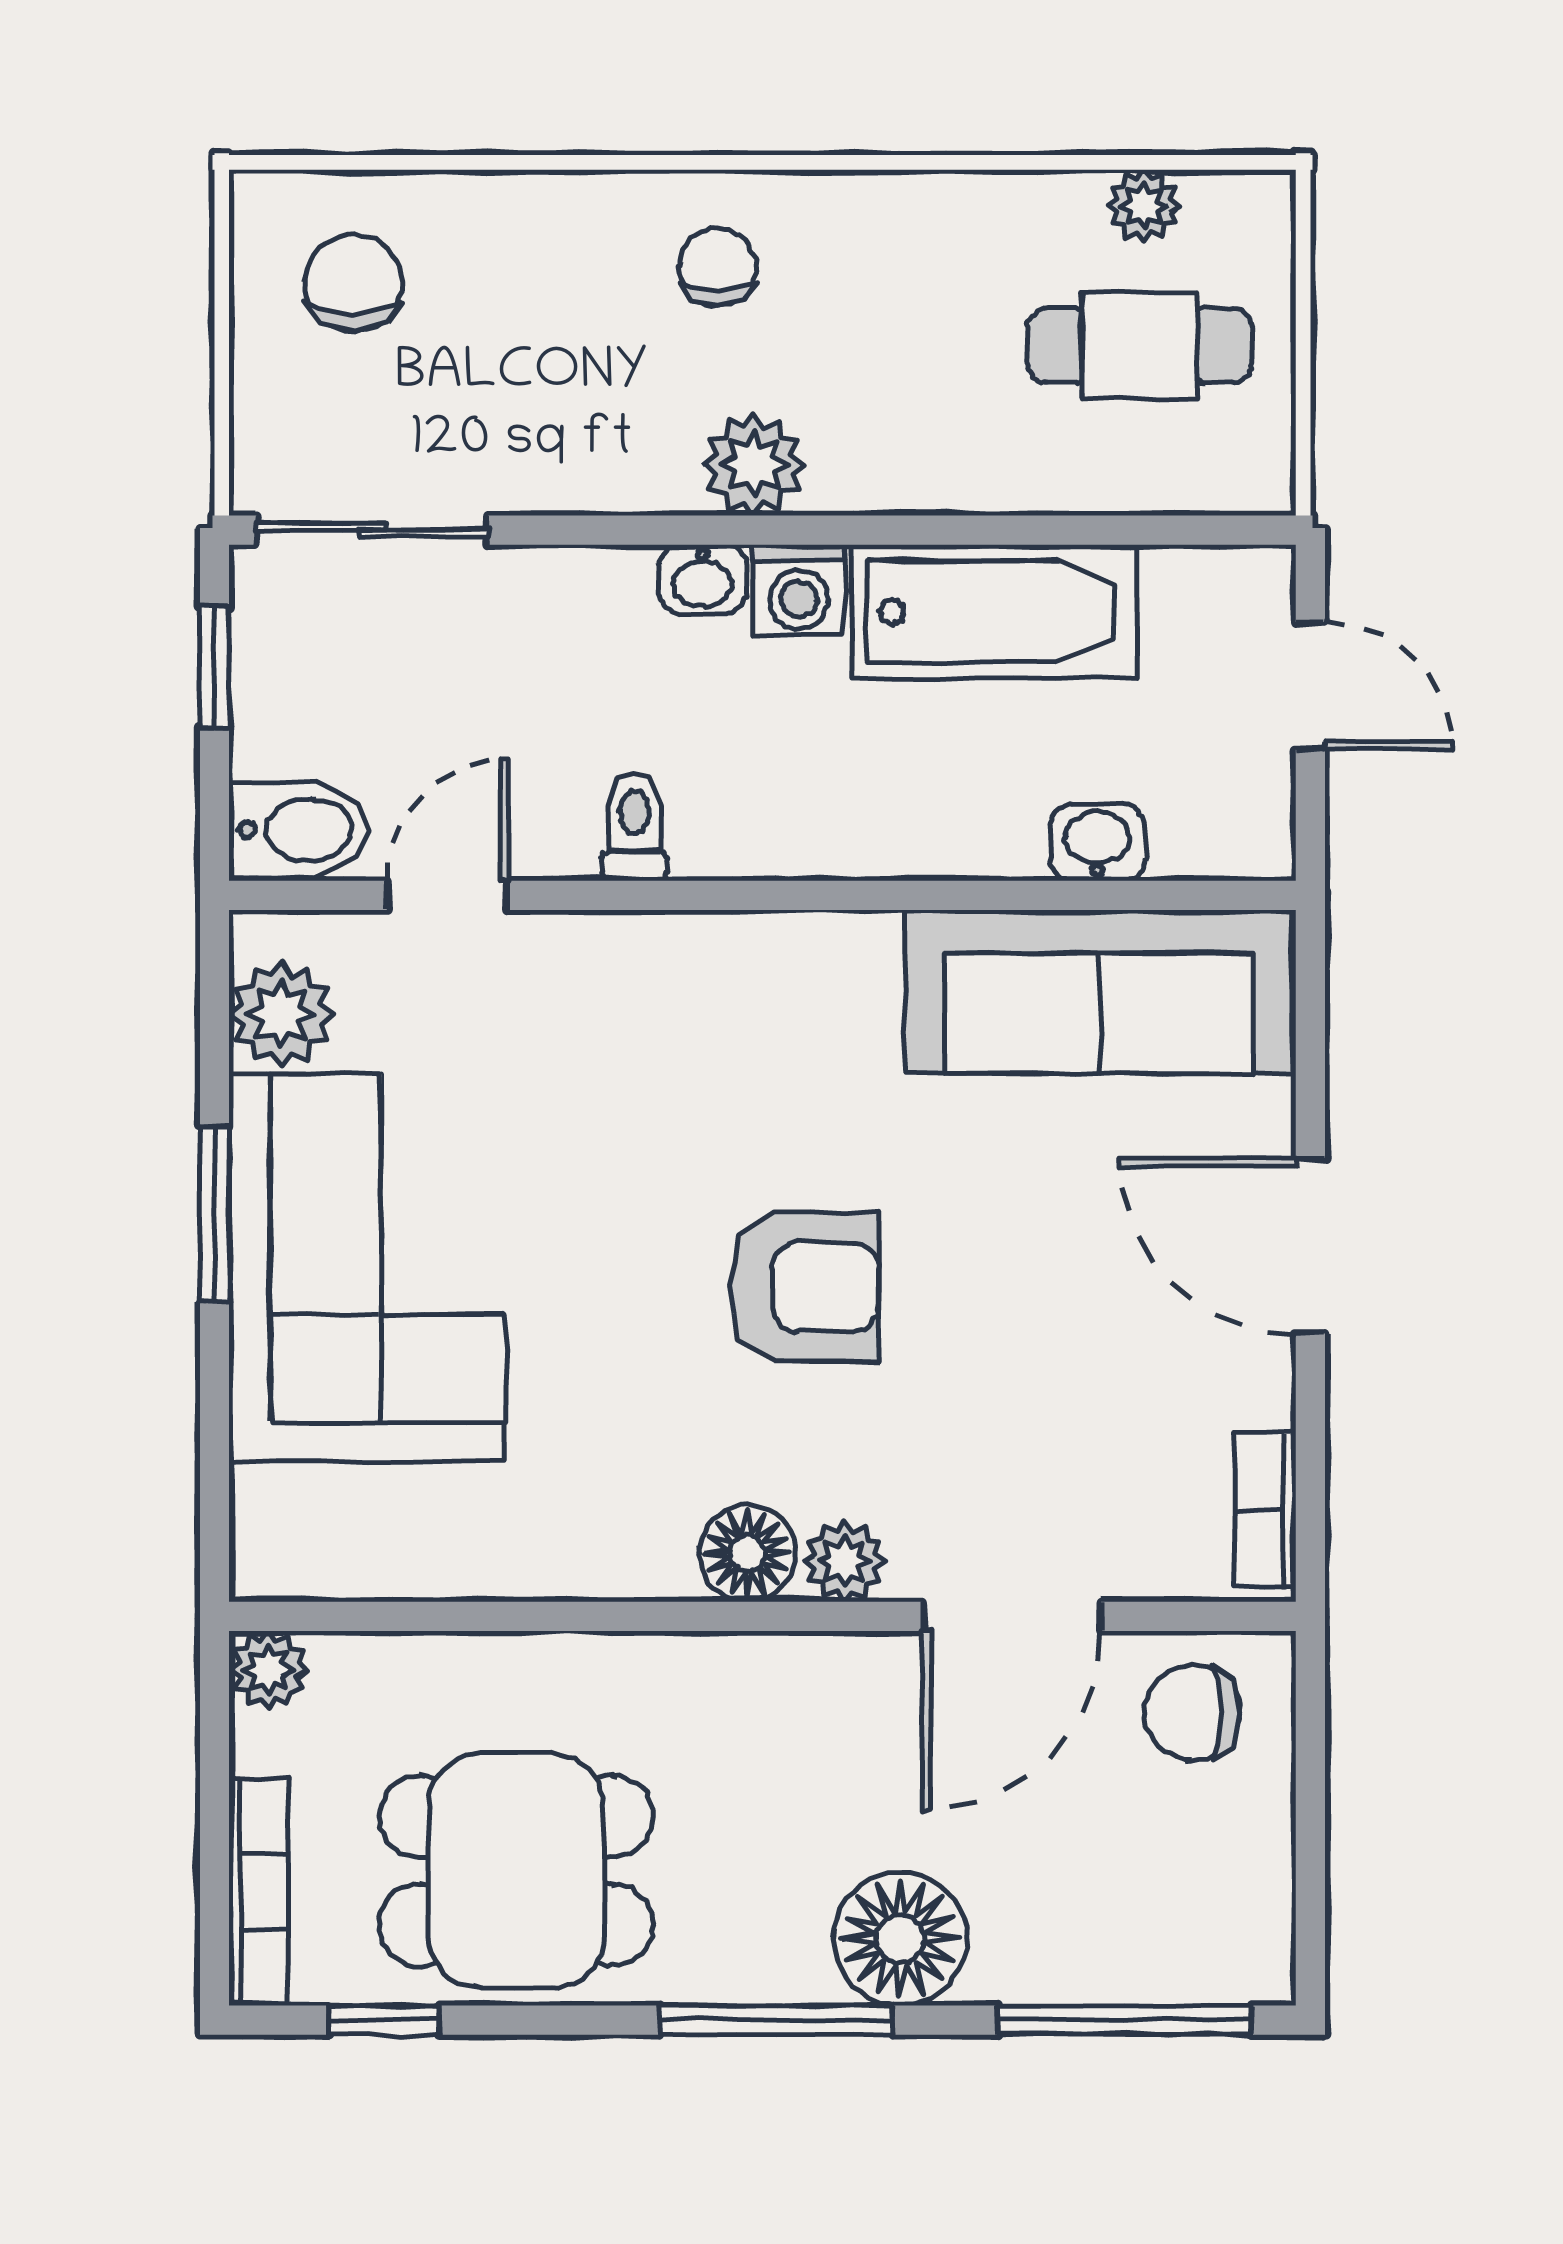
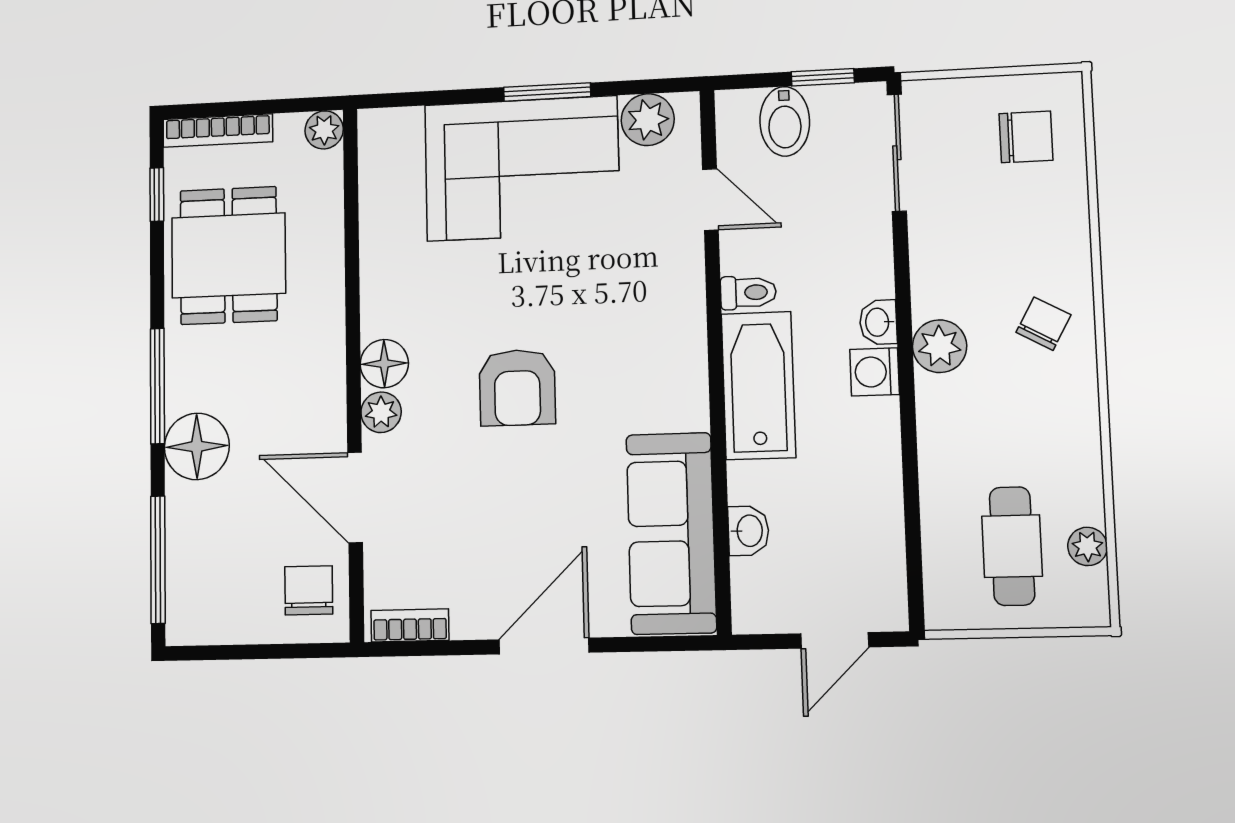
chair: (718, 267) -> (1044, 324), turned -61
bathtub: (994, 612) -> (758, 386), moved, turned 180
bidet: (299, 830) -> (785, 121), moved

